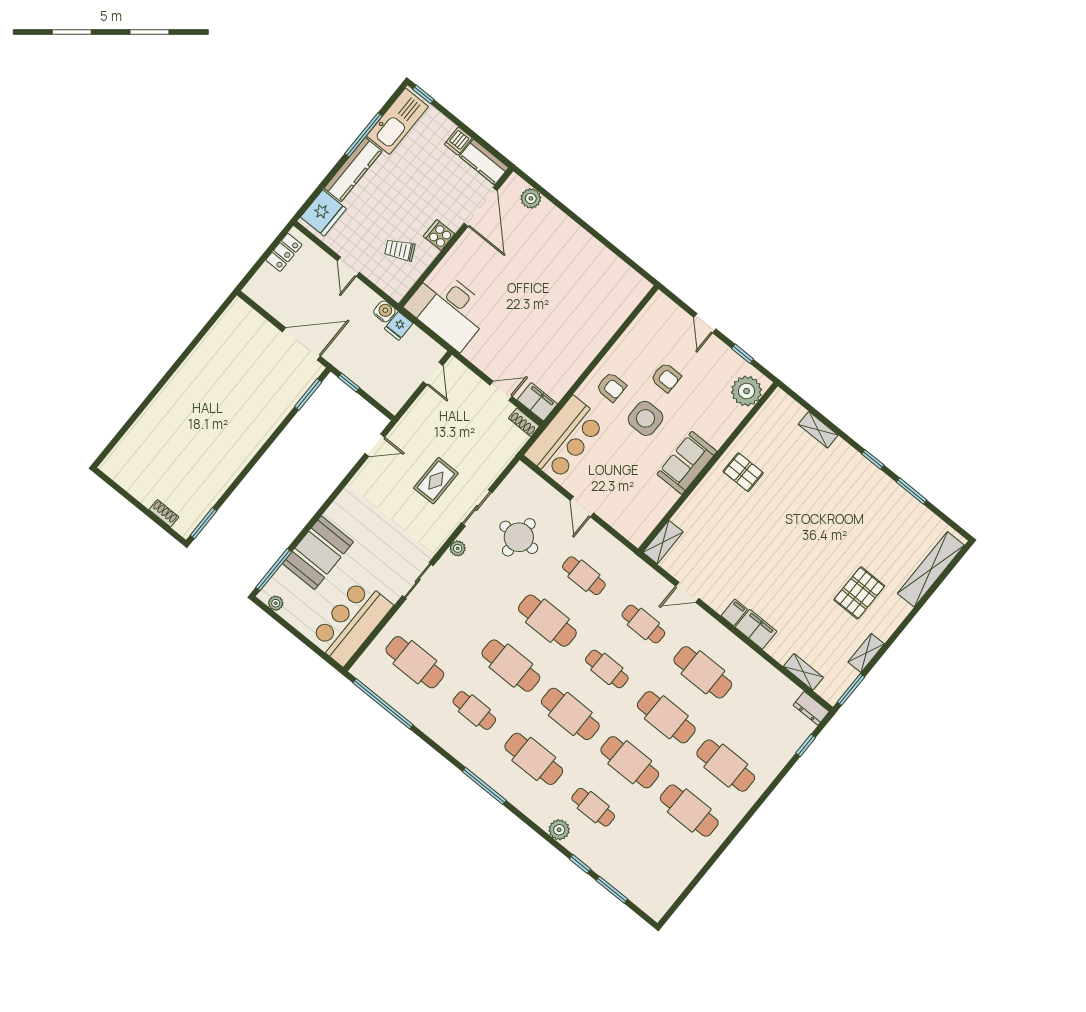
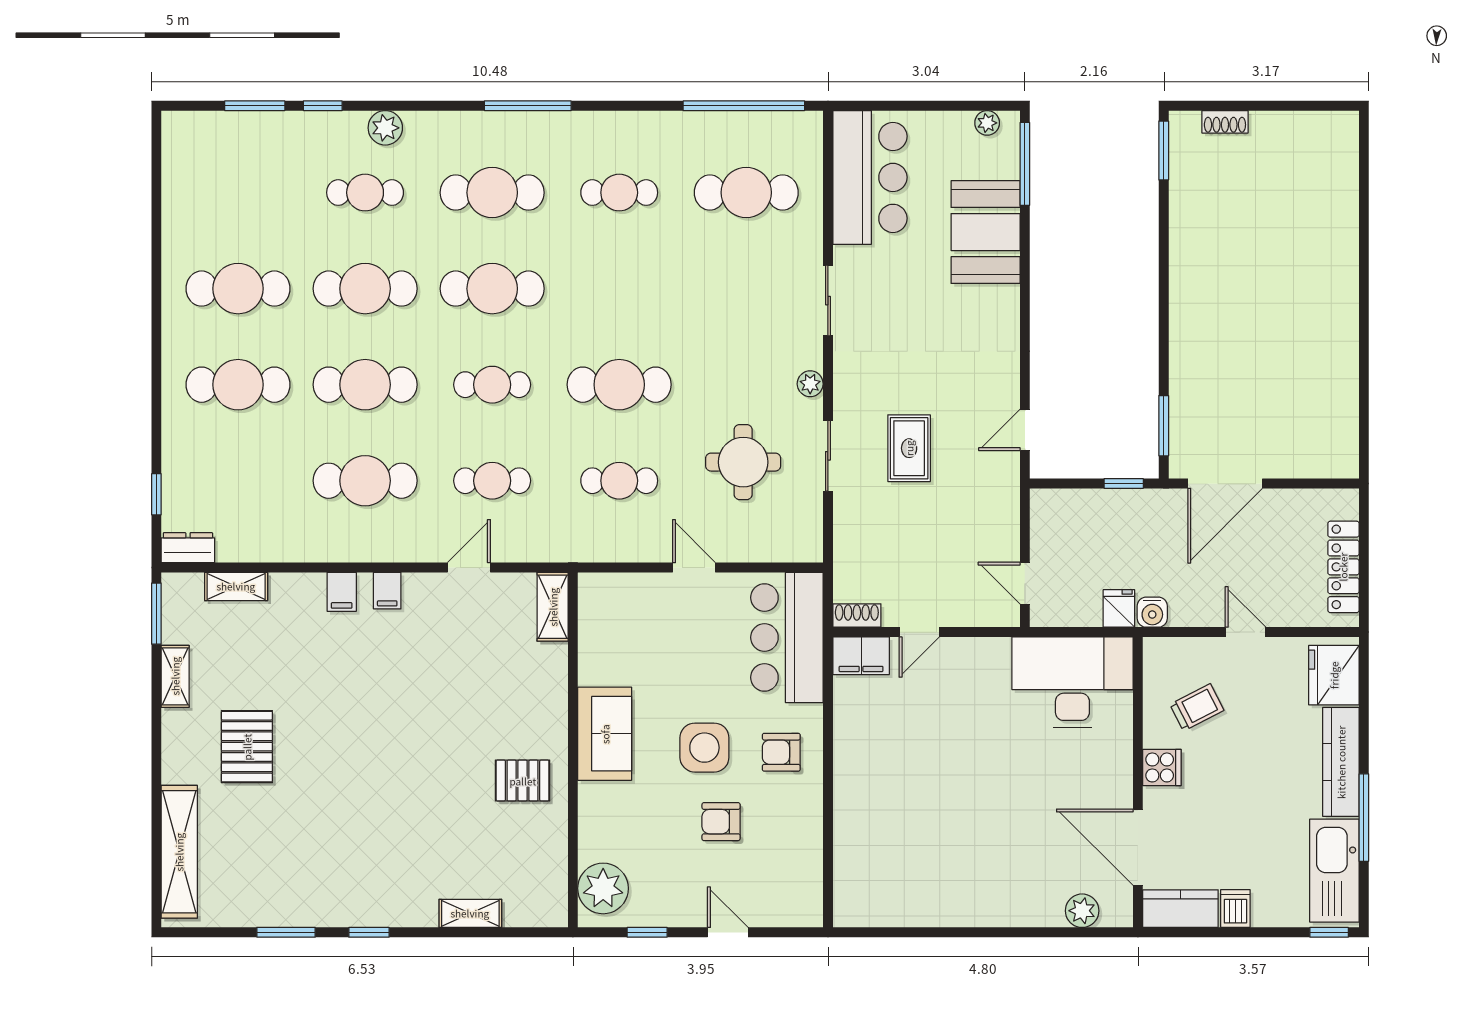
locker: (284, 252) -> (1343, 567), width x1.53
filing cabinet: (756, 629) -> (342, 592), width x0.50
cafe table: (511, 666) -> (619, 289), removed

